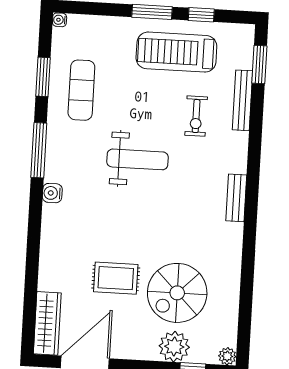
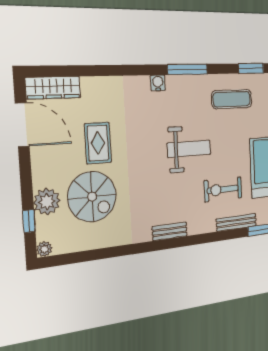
window: (43, 77) -> (251, 68), moved
exercise bike: (196, 116) -> (223, 189), width x1.38, depth x1.39
weight bench: (137, 159) -> (189, 149), turned -90
spiral stairs: (177, 293) -> (92, 197), turned 180

